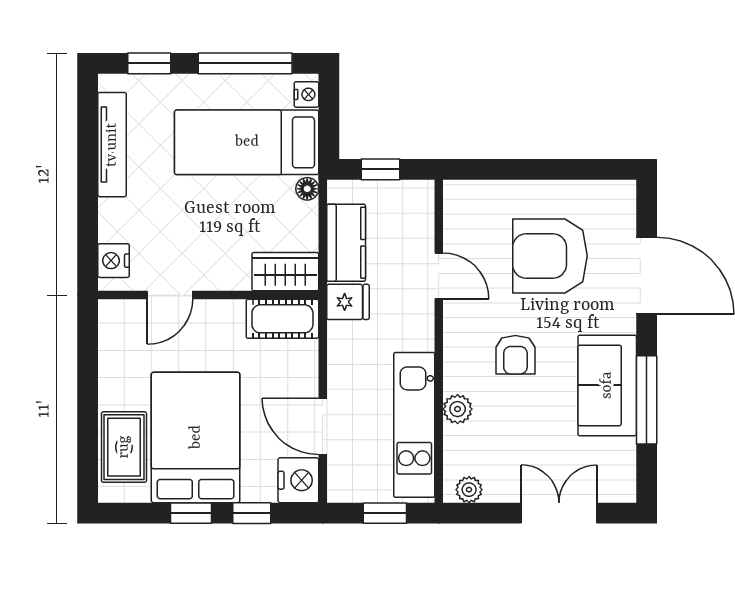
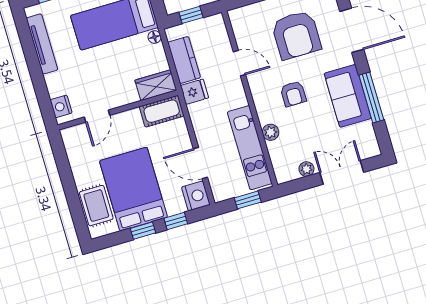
armchair: (550, 256) -> (296, 35), turned -90
plant: (469, 490) -> (306, 169), moved

